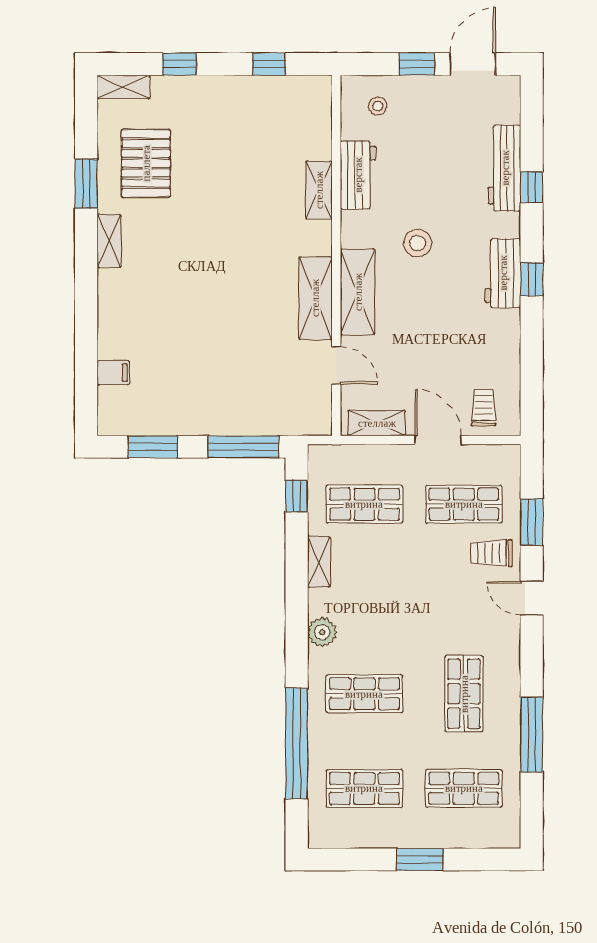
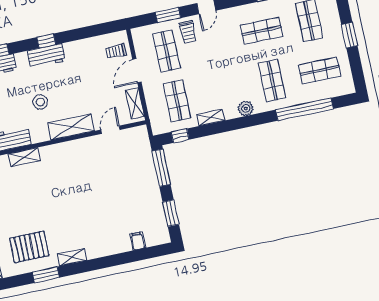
shelving: (315, 298) -> (79, 147), removed
shop shelf: (364, 788) -> (320, 70), turned 90

